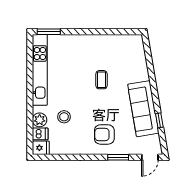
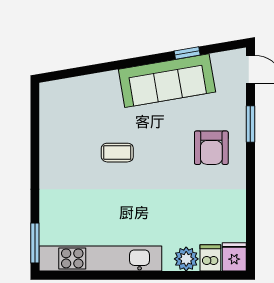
stool: (64, 117) -> (181, 217), removed

